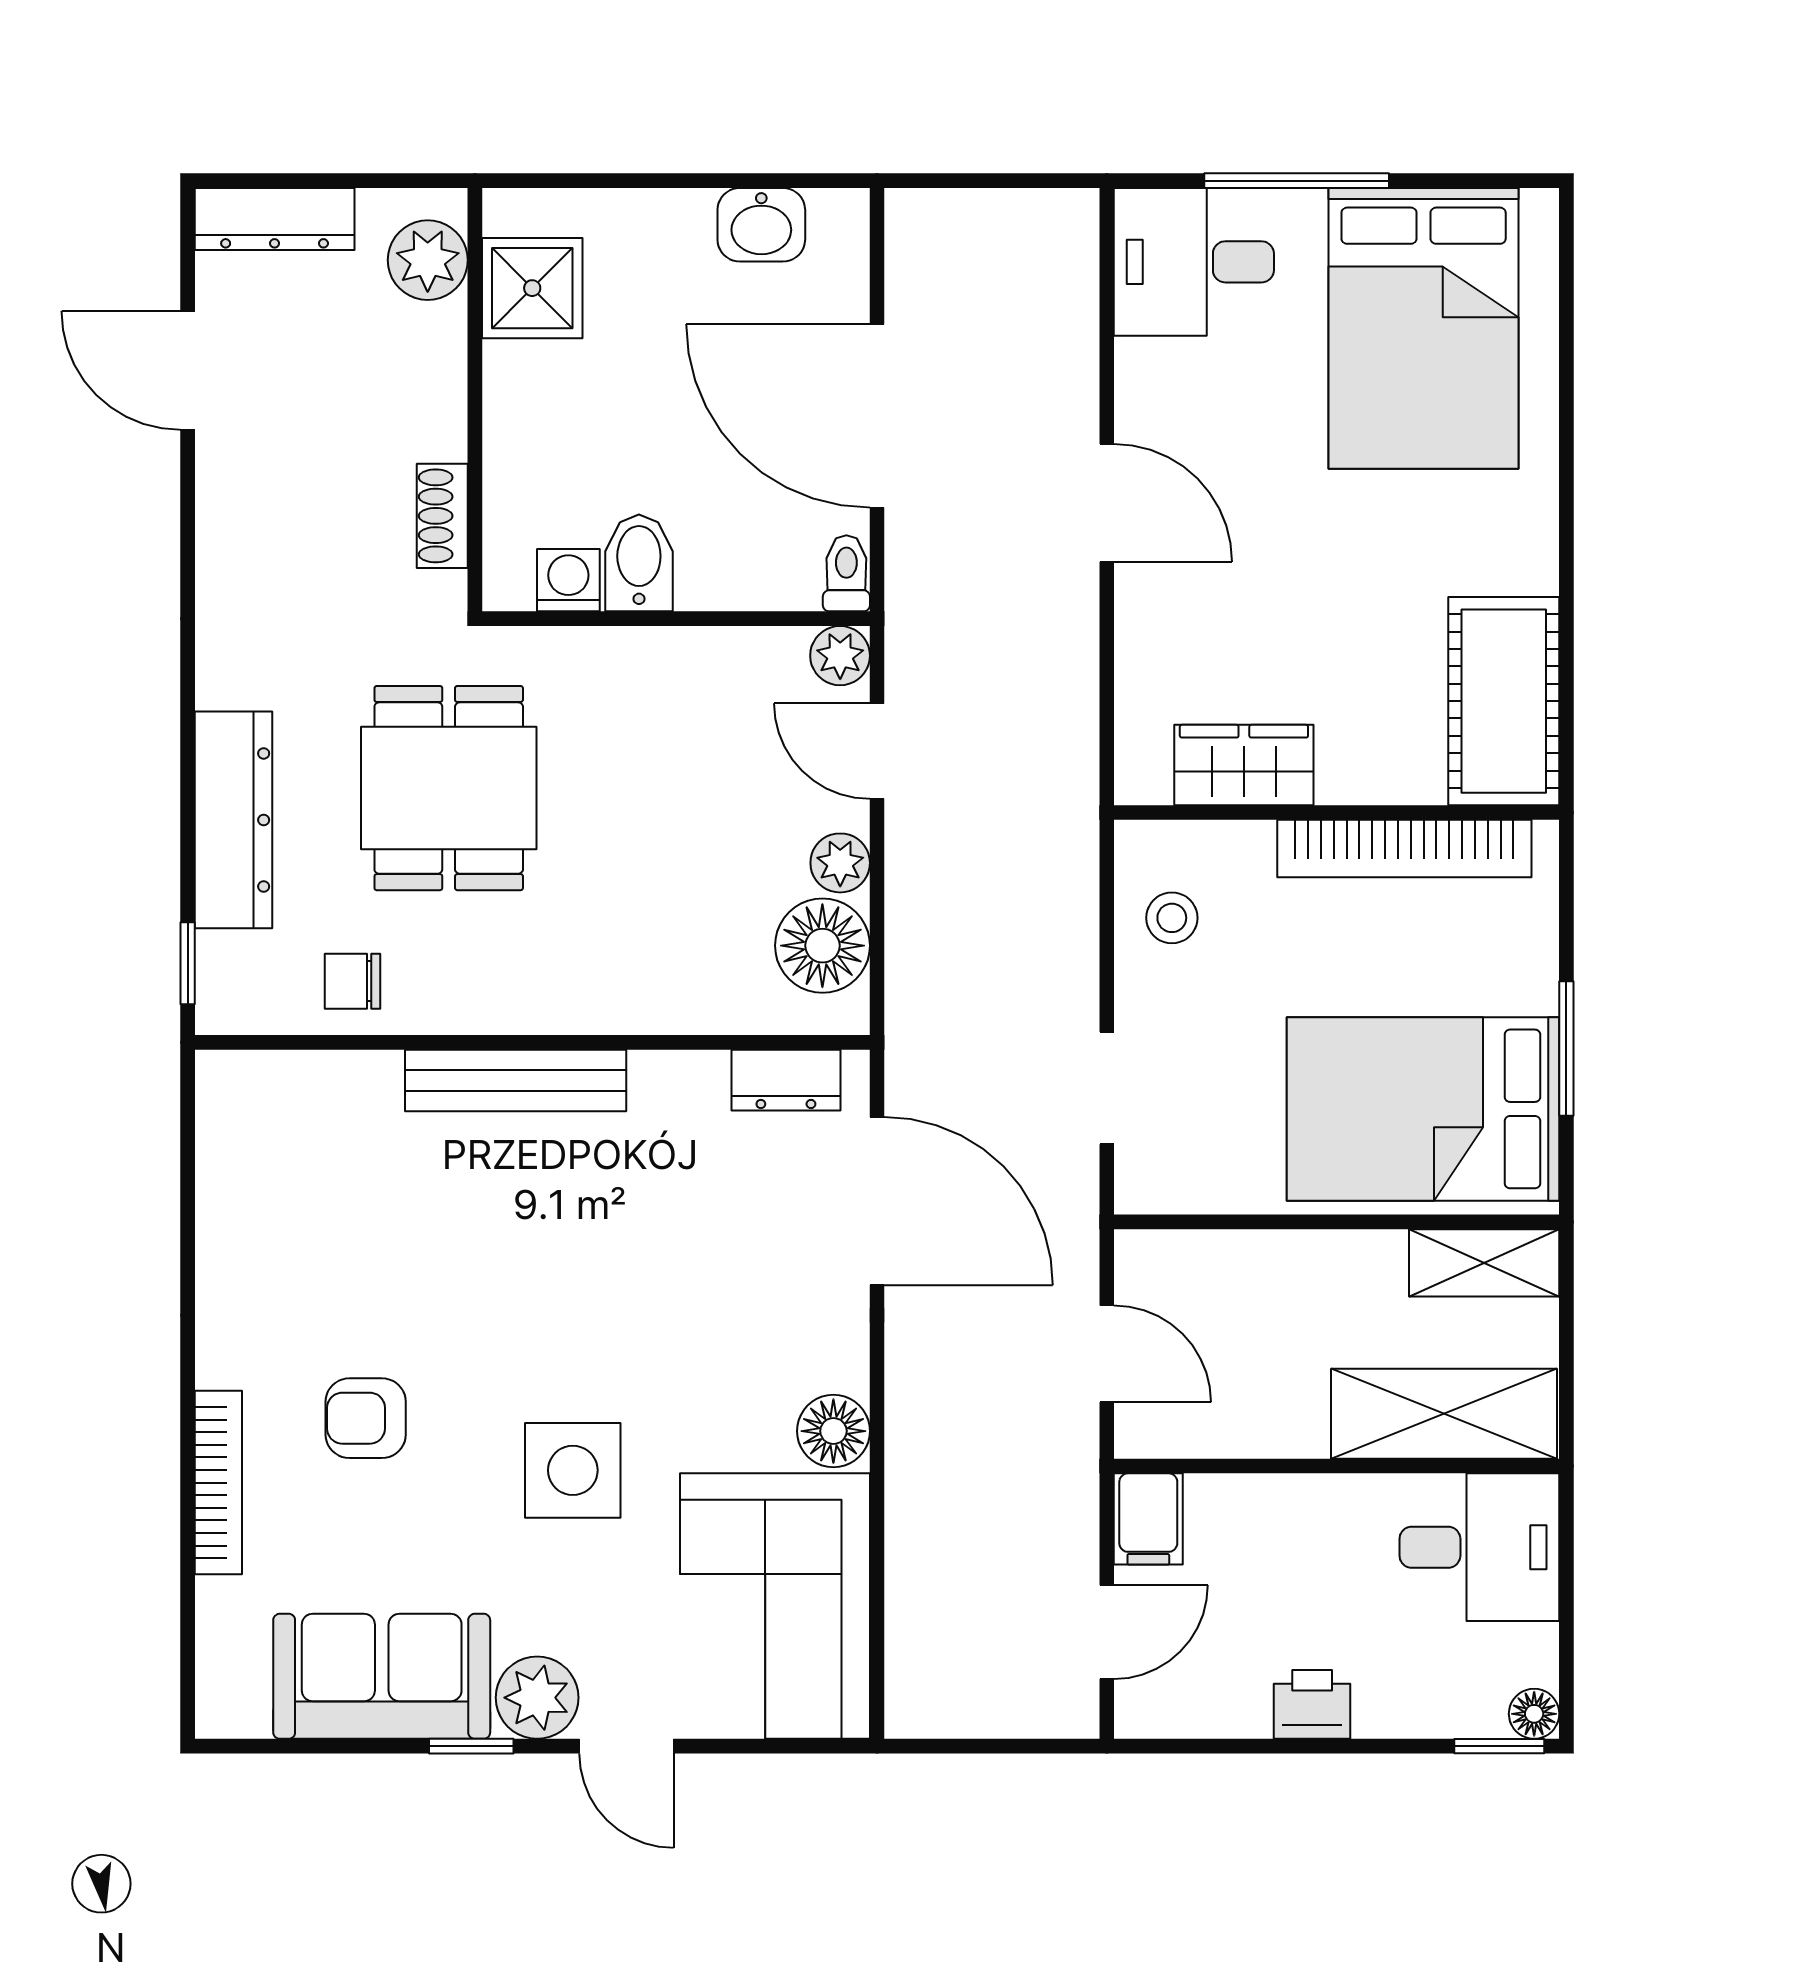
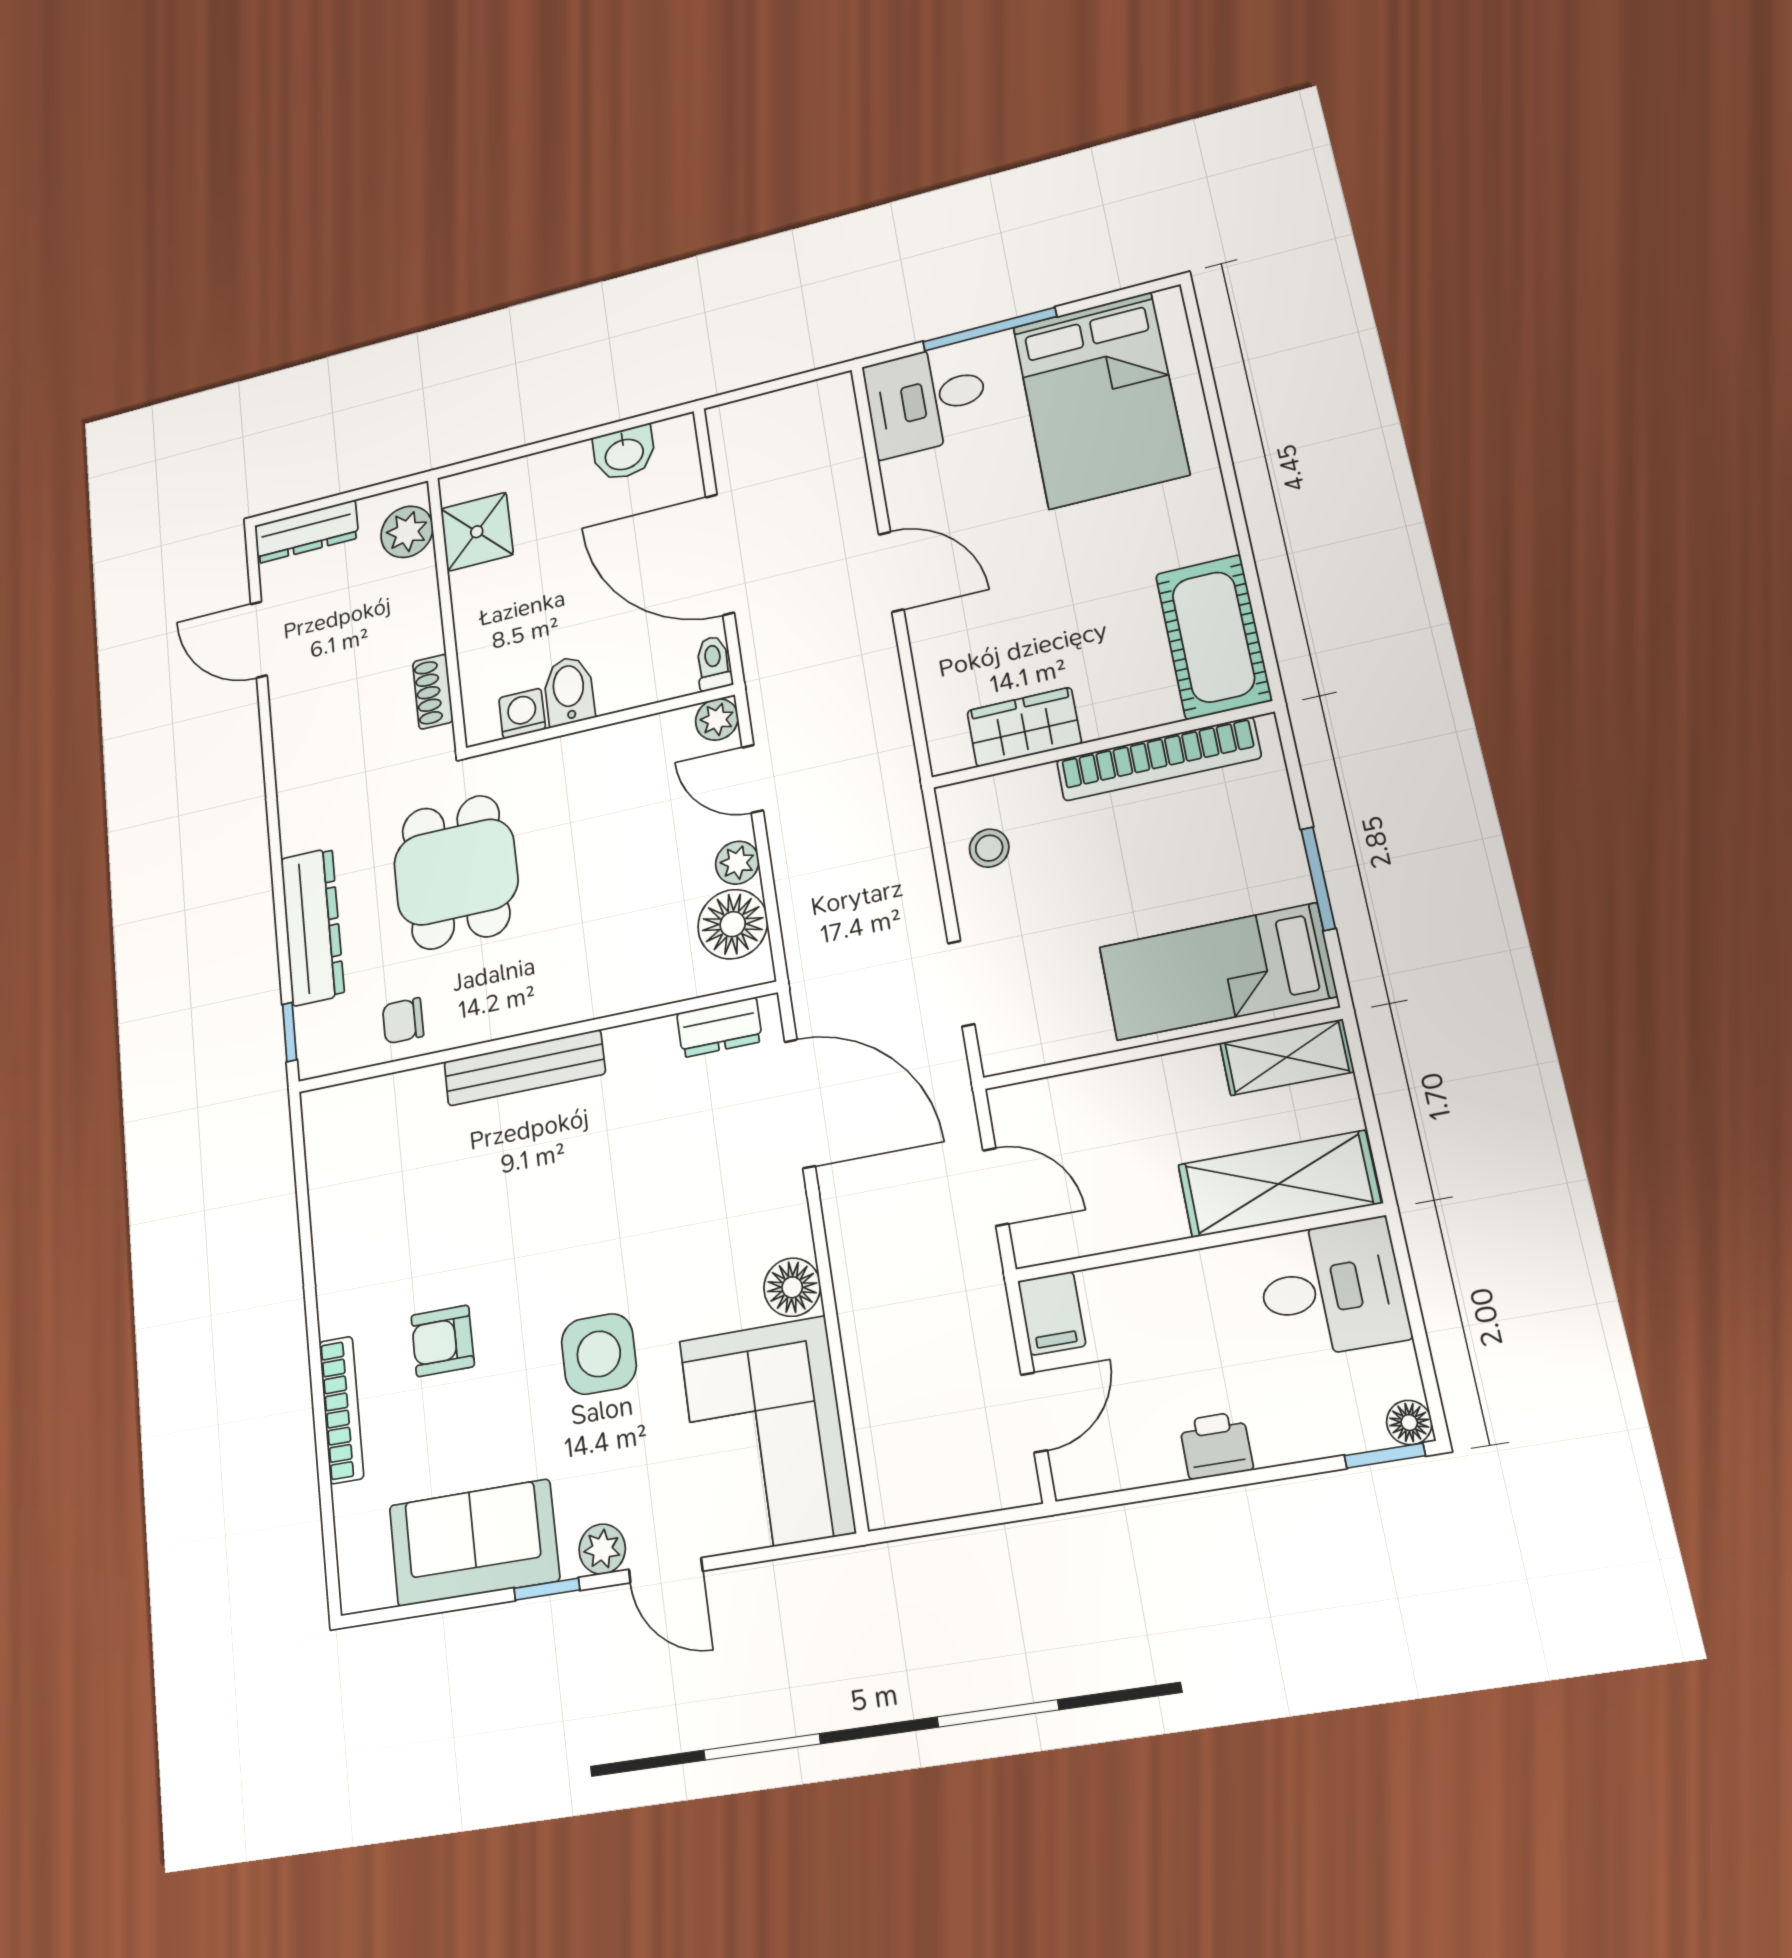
bed: (1423, 1109) -> (1217, 972), width x0.67
plant: (537, 1698) -> (602, 1549), width x0.73, depth x0.73

